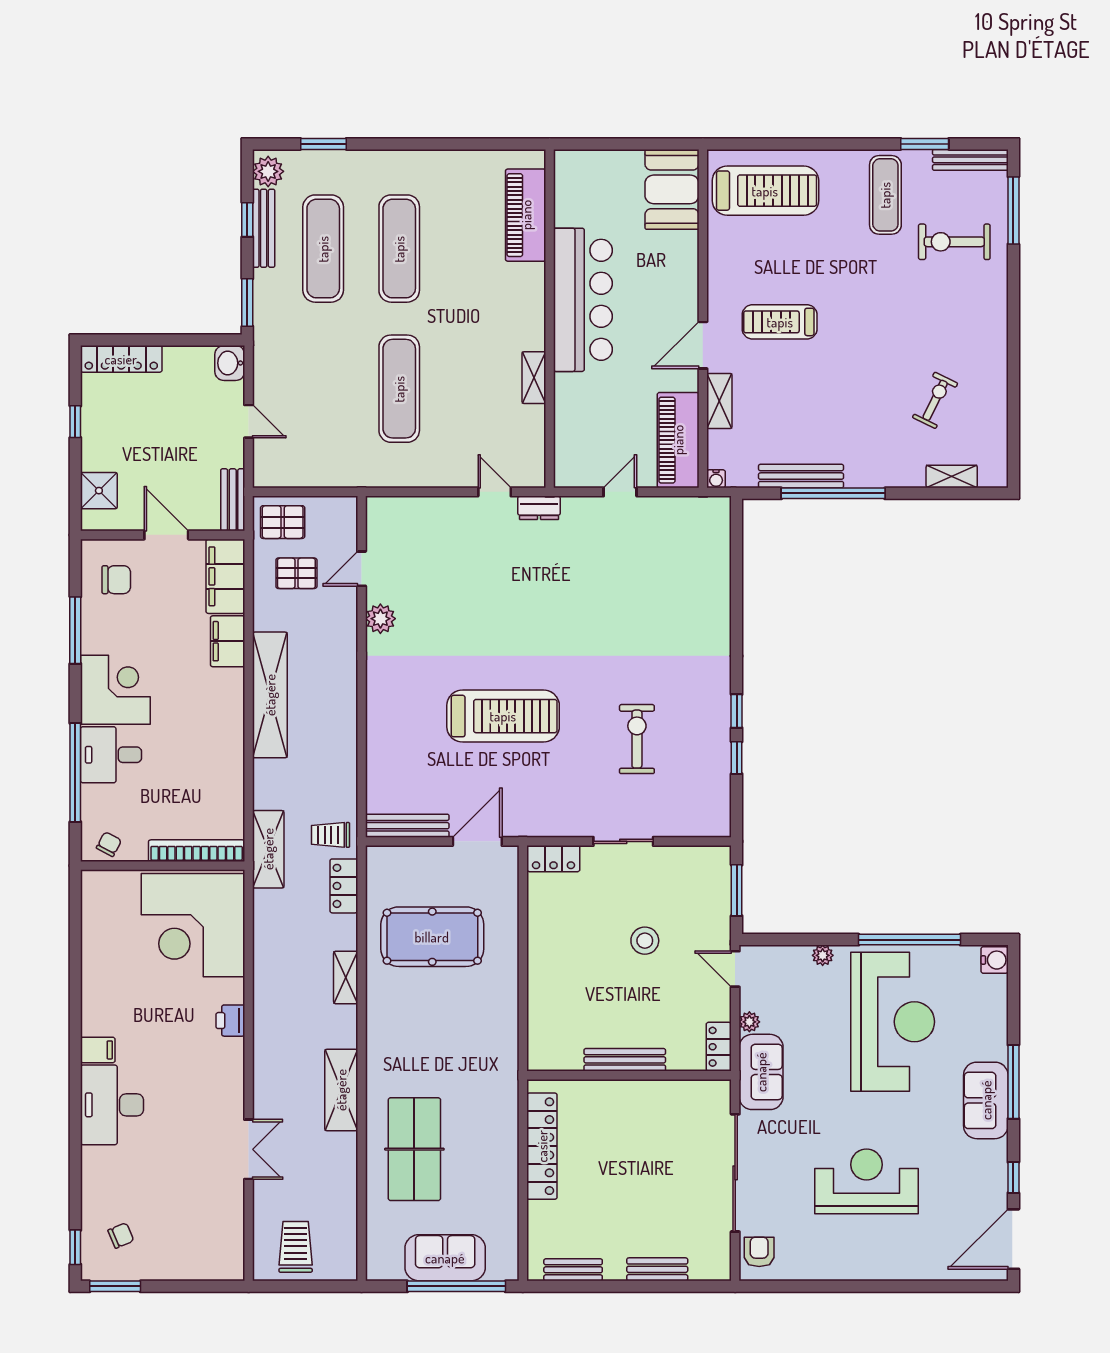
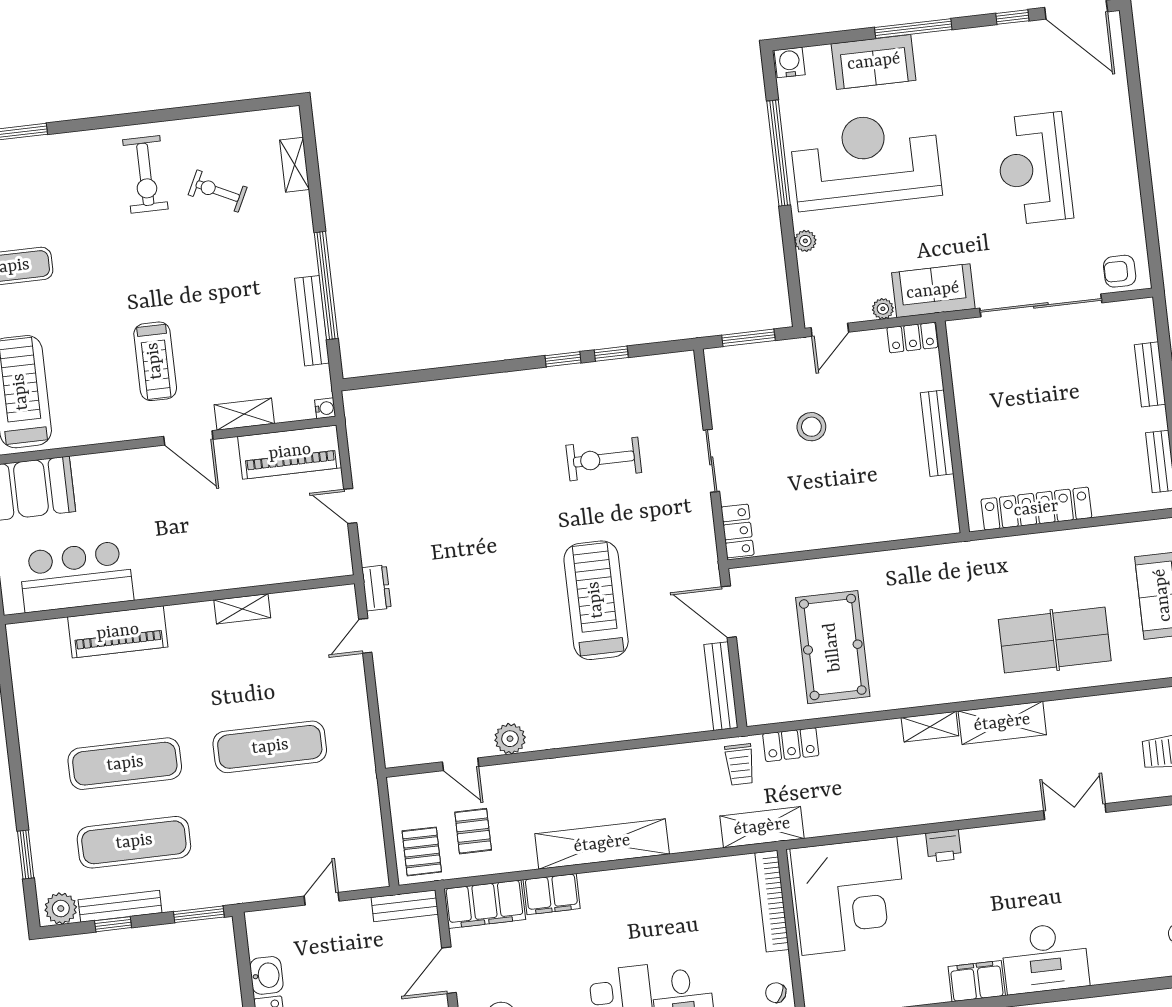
piano: (526, 215) -> (118, 632), moved
exercise bike: (954, 242) -> (145, 174), moved
bar counter: (583, 300) -> (76, 577), moved, width x0.73
washbasin: (230, 363) -> (267, 975), moved, turned -90
shelving: (346, 977) -> (930, 727), moved
filing cabinet: (98, 1050) -> (977, 981), width x2.00
sofa: (986, 1100) -> (874, 62), moved

